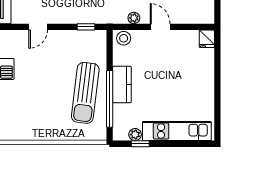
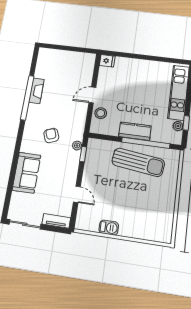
plant: (134, 18) -> (77, 145), moved
stool: (124, 38) -> (101, 113), moved

